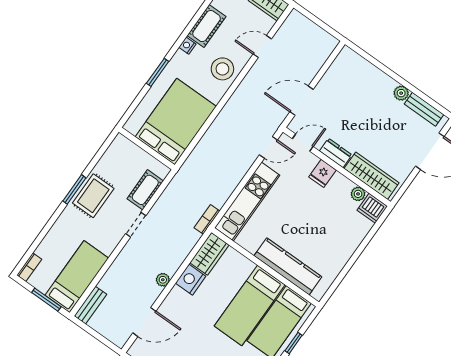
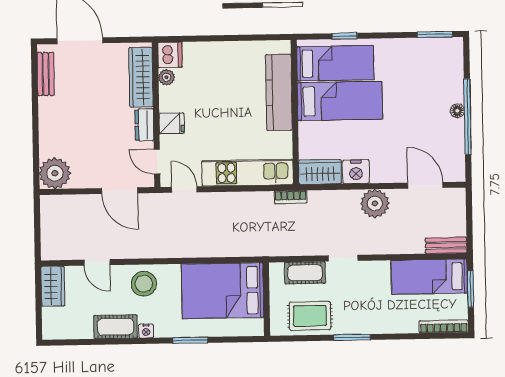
plant: (401, 93) -> (55, 173), moved, width x1.88, depth x1.88
rug: (93, 196) -> (310, 316), moved
bookcase: (29, 267) -> (444, 326), width x1.56
plant: (163, 280) -> (375, 203), width x1.88, depth x1.88

